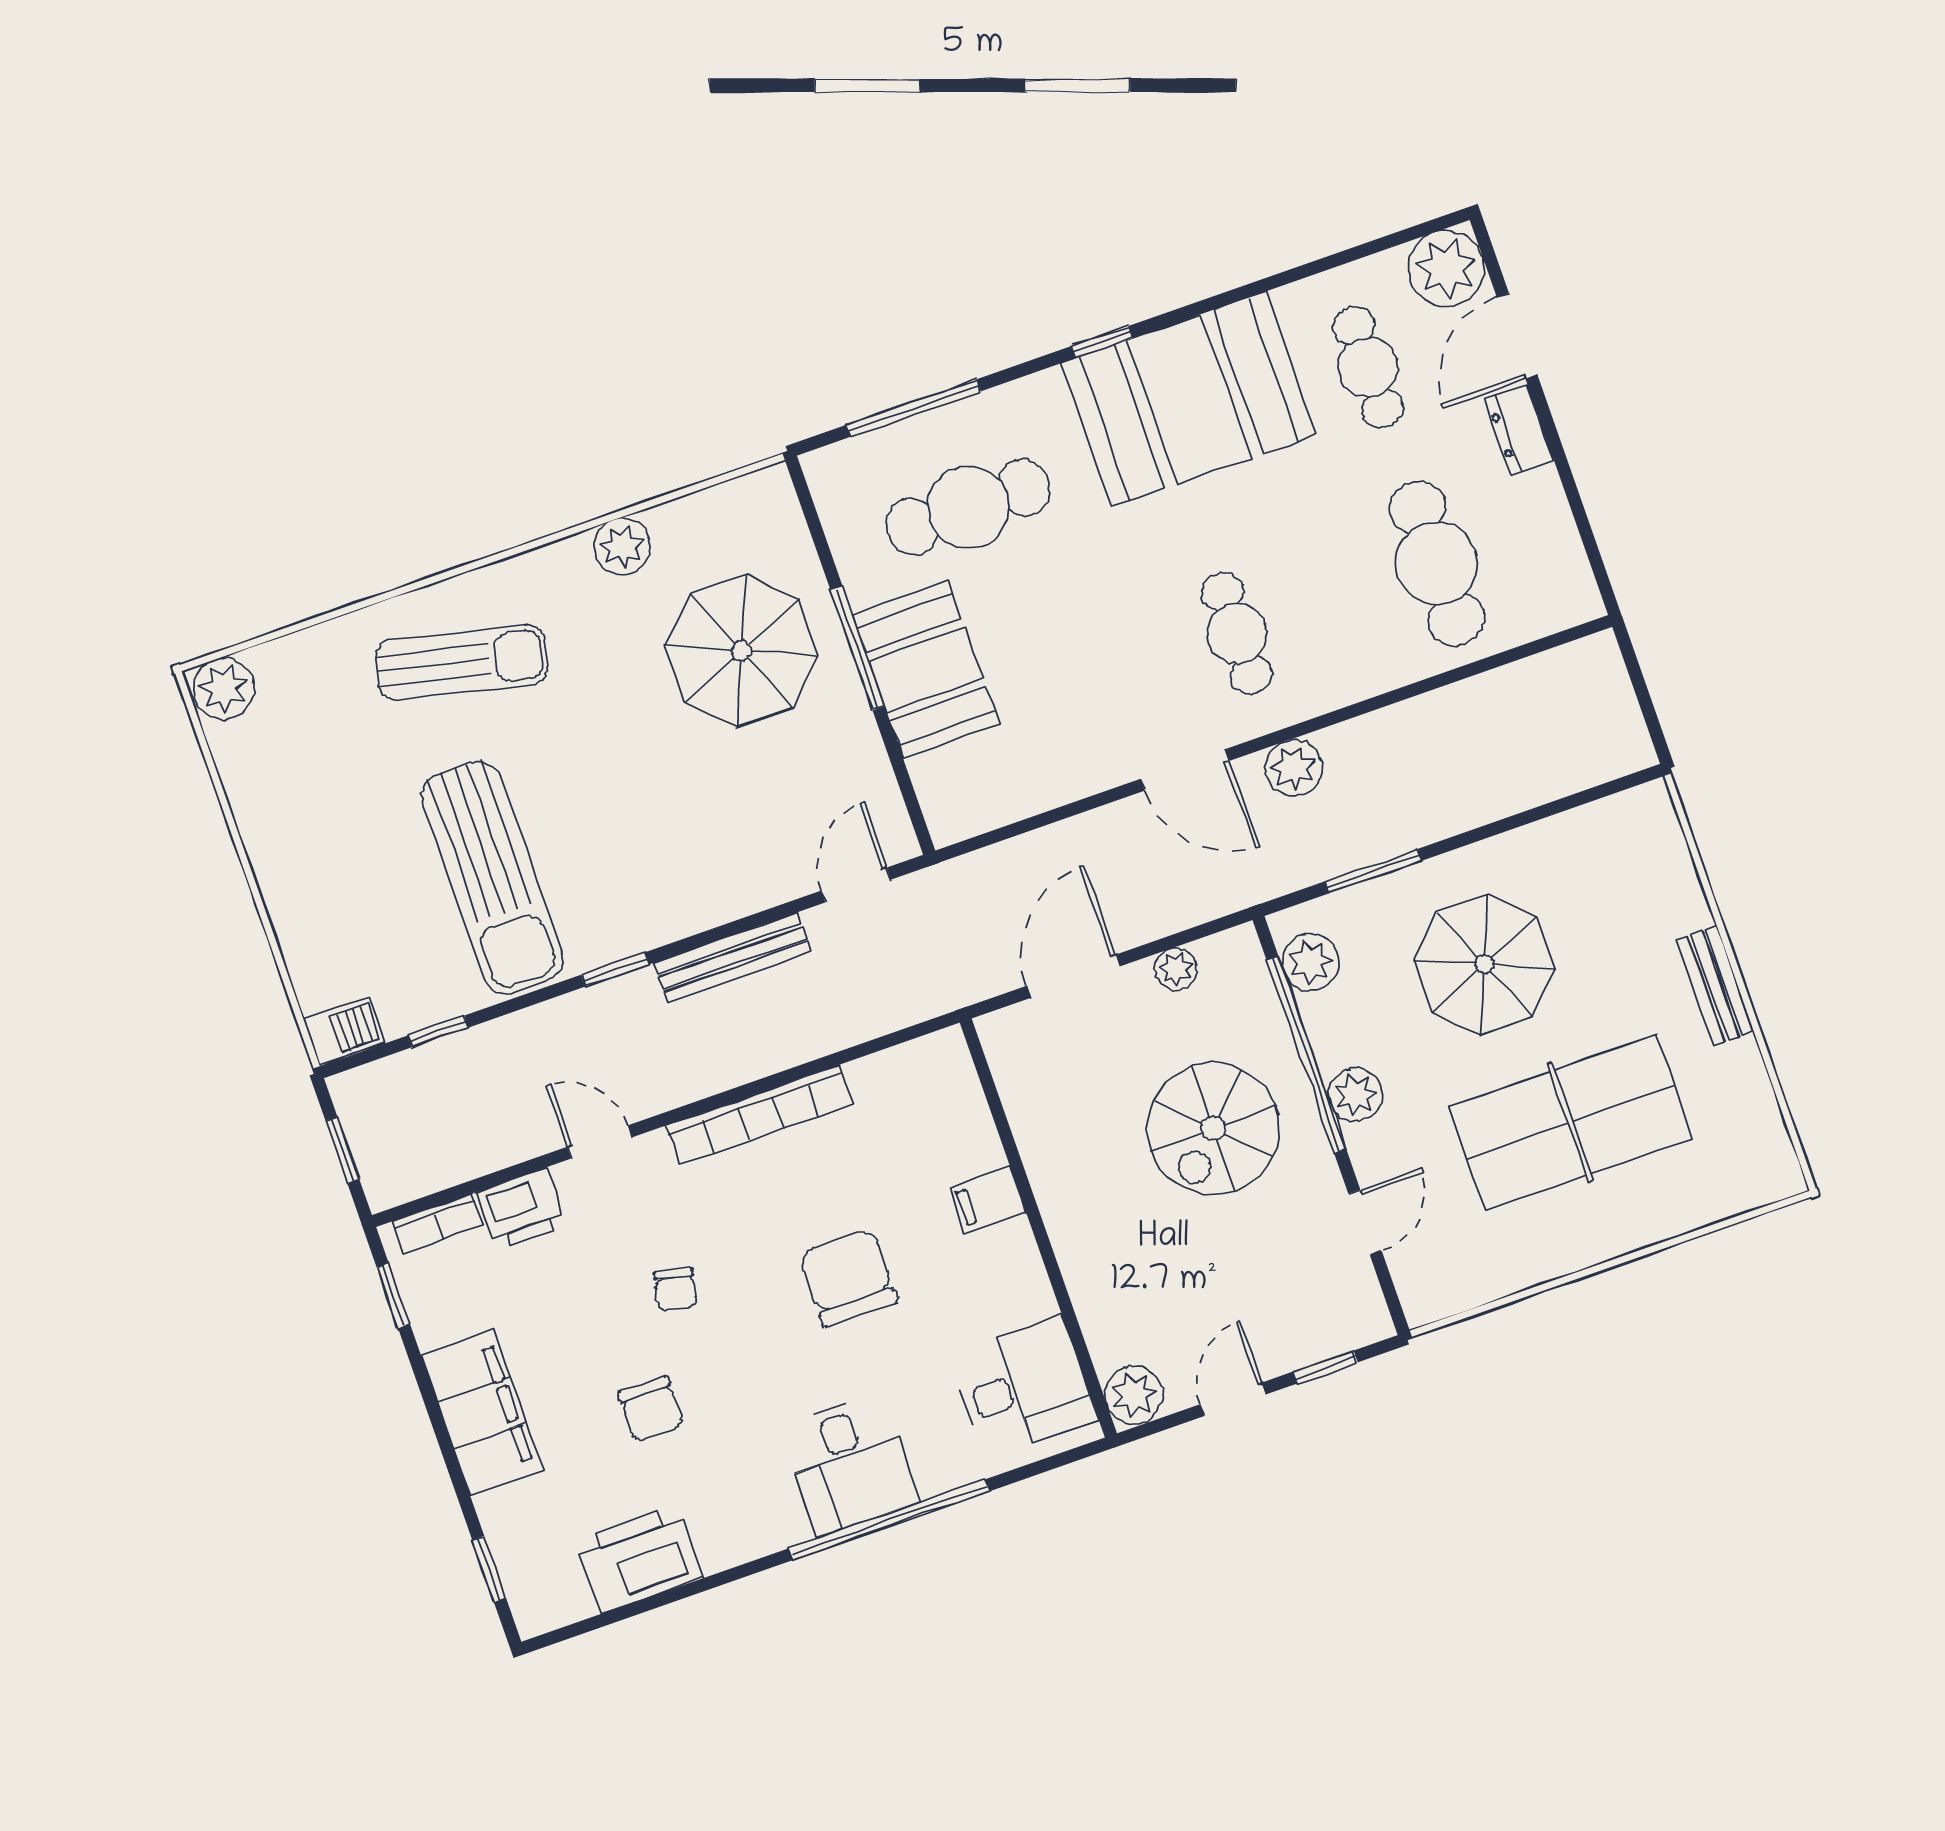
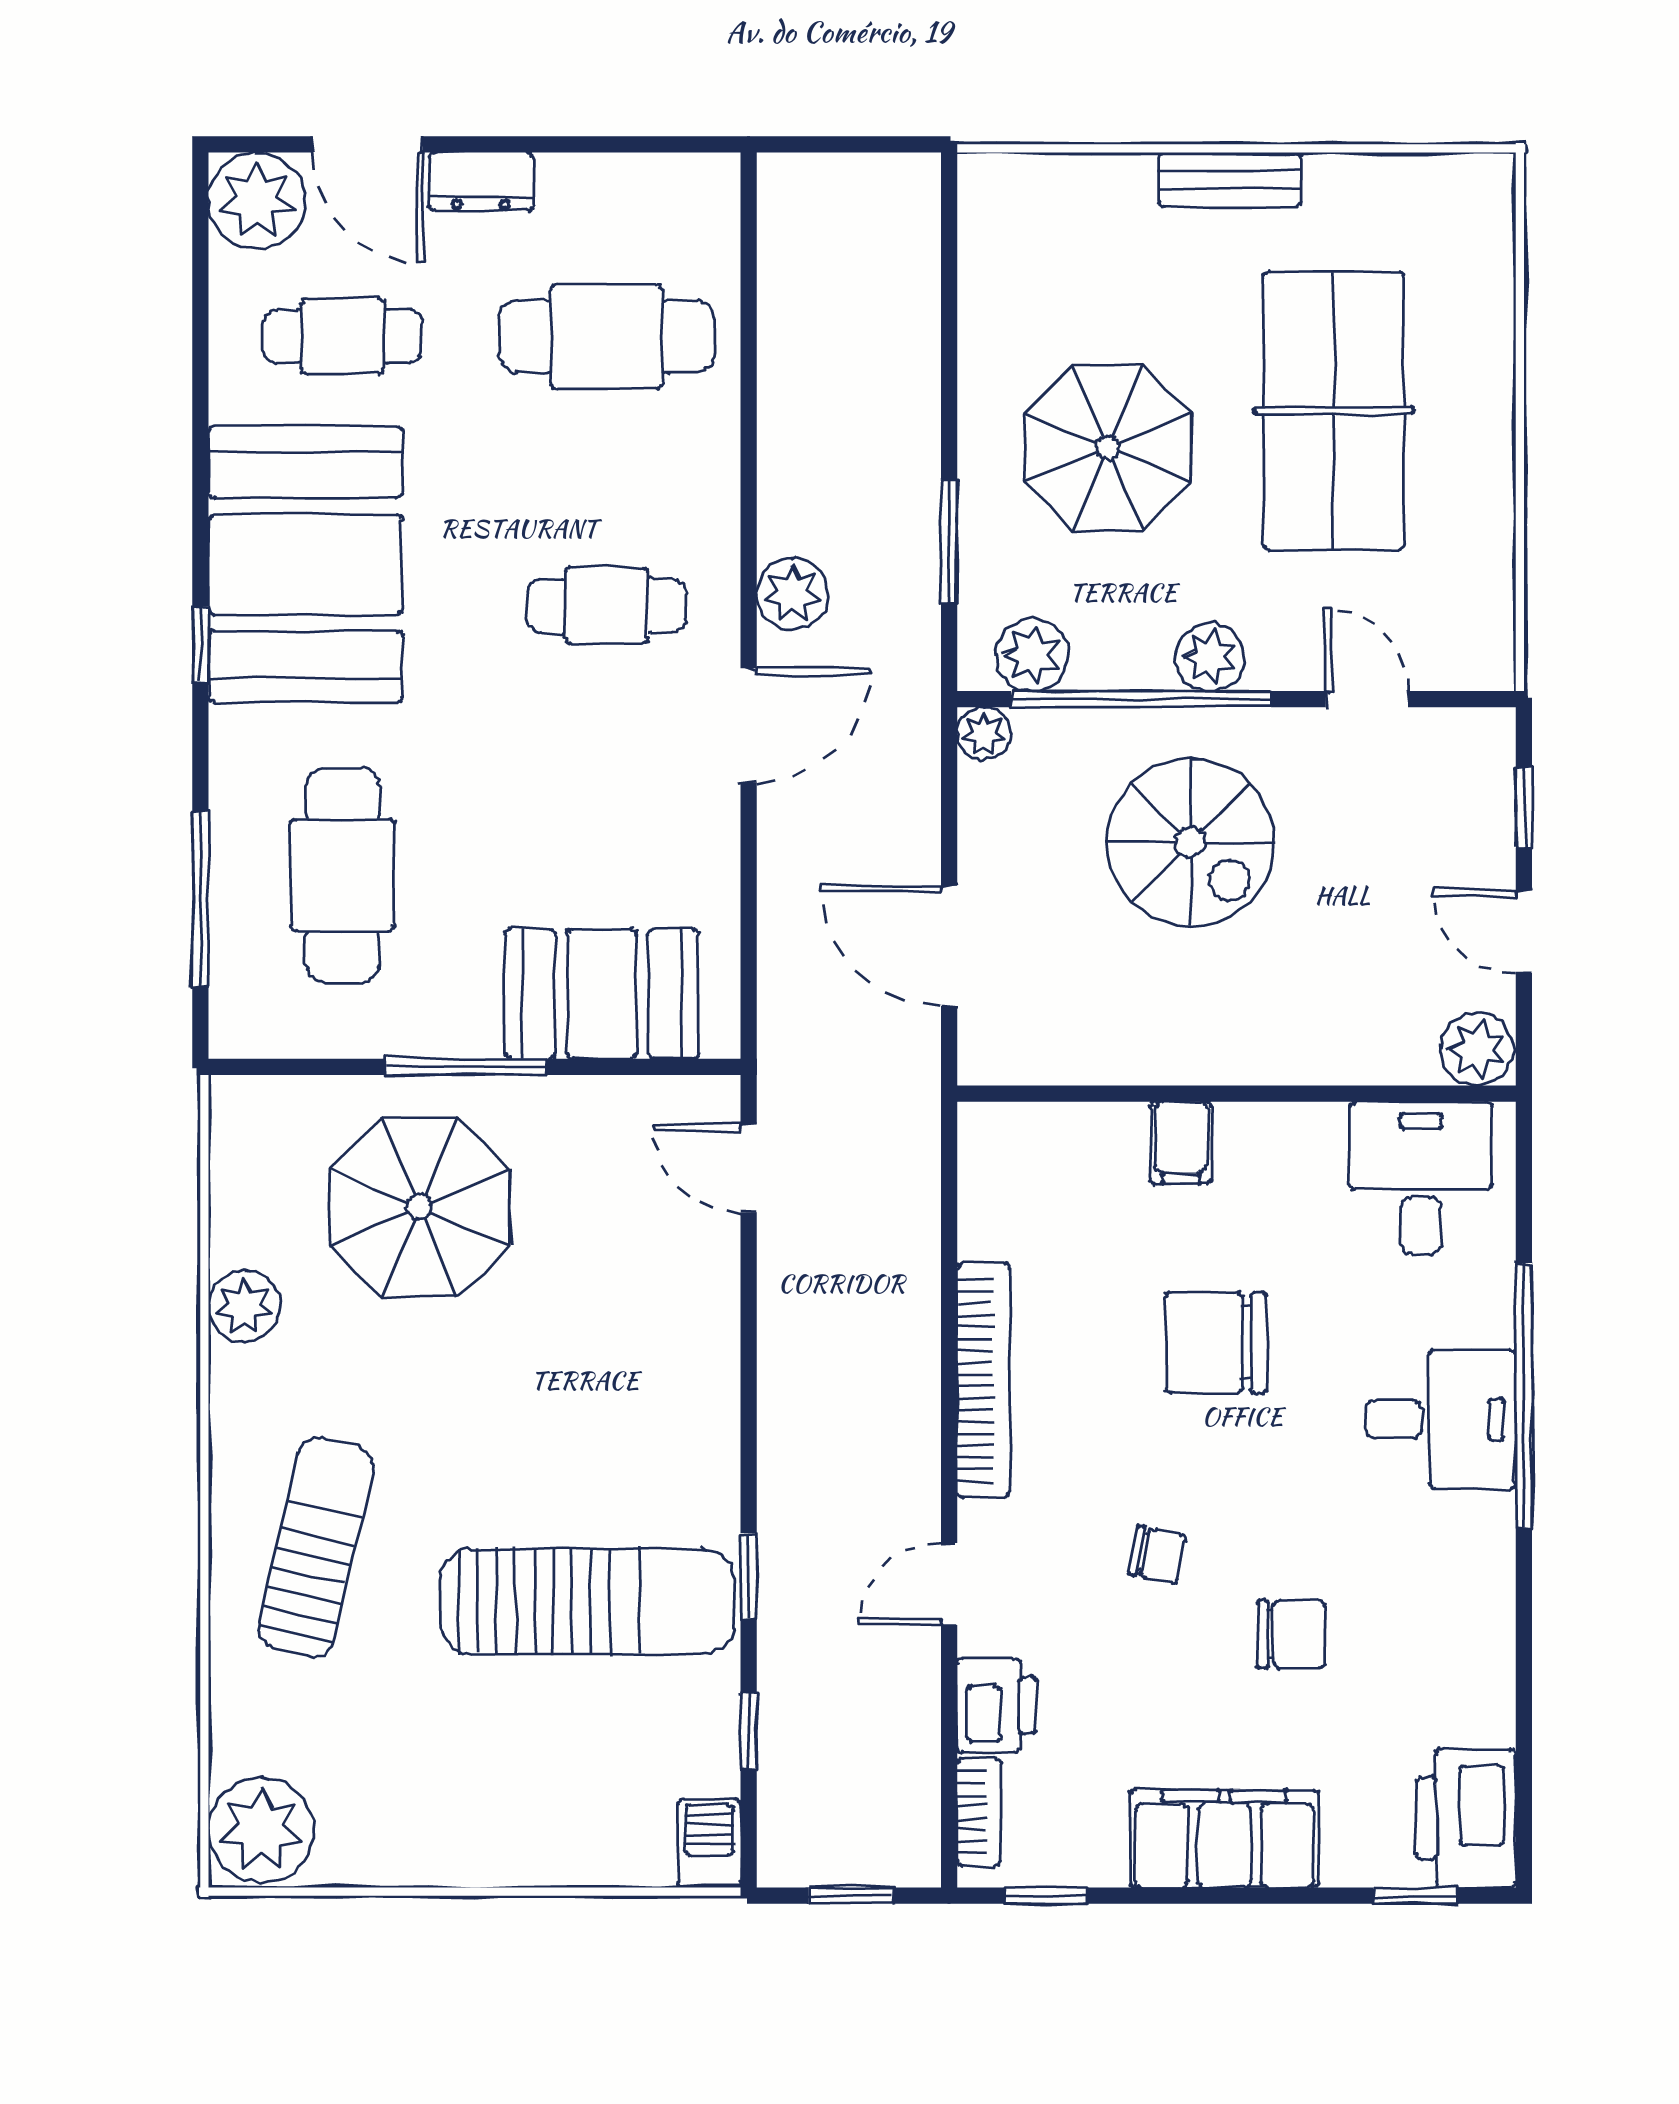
booth: (926, 670) -> (602, 994), moved
plant: (224, 688) -> (261, 1830), width x1.36, depth x1.36
bench: (733, 958) -> (784, 1347), removed
window: (615, 969) -> (749, 1576), moved
plant: (1176, 969) -> (984, 734), moved
printer: (639, 1559) -> (1466, 1818), moved

